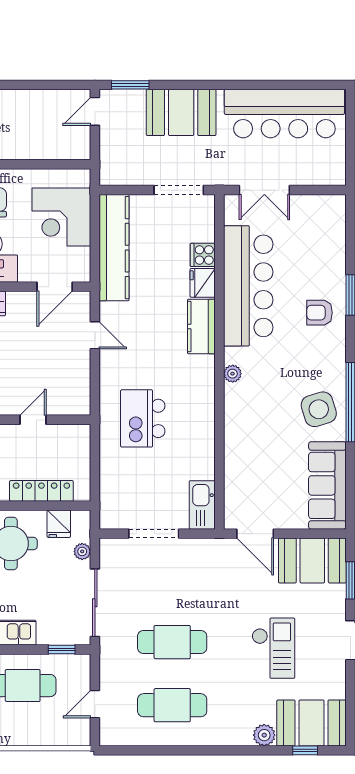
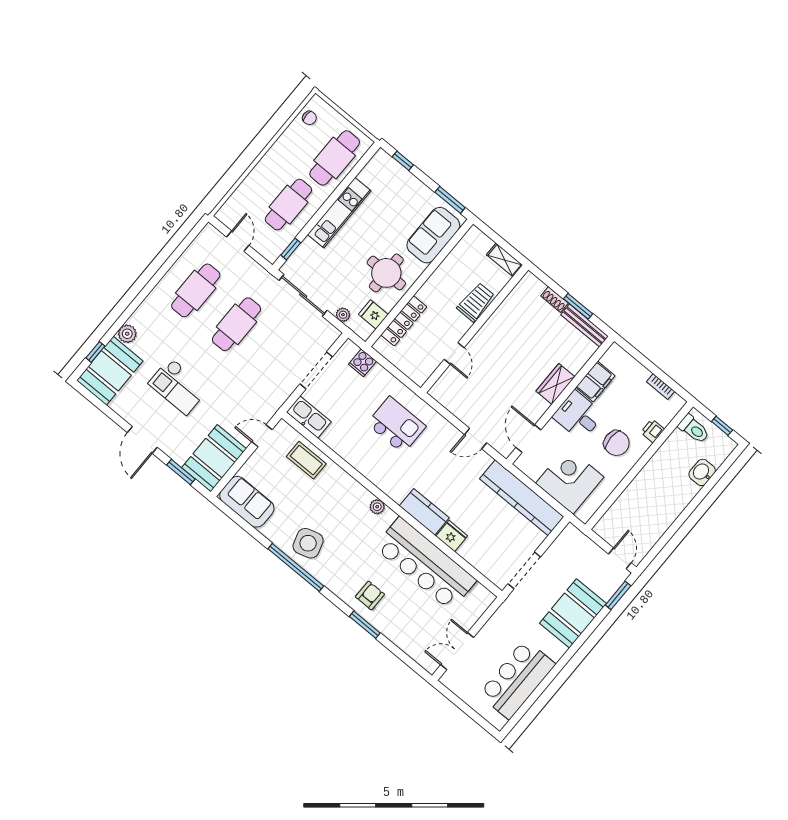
bar counter: (284, 114) -> (517, 679), width x0.73
double door: (264, 190) -> (457, 651), moved
cooker: (203, 255) -> (362, 363), moved, turned 180
coffee table: (244, 474) -> (306, 460), added
sofa: (327, 485) -> (247, 502), width x0.73
door: (255, 534) -> (262, 436), width x0.73

